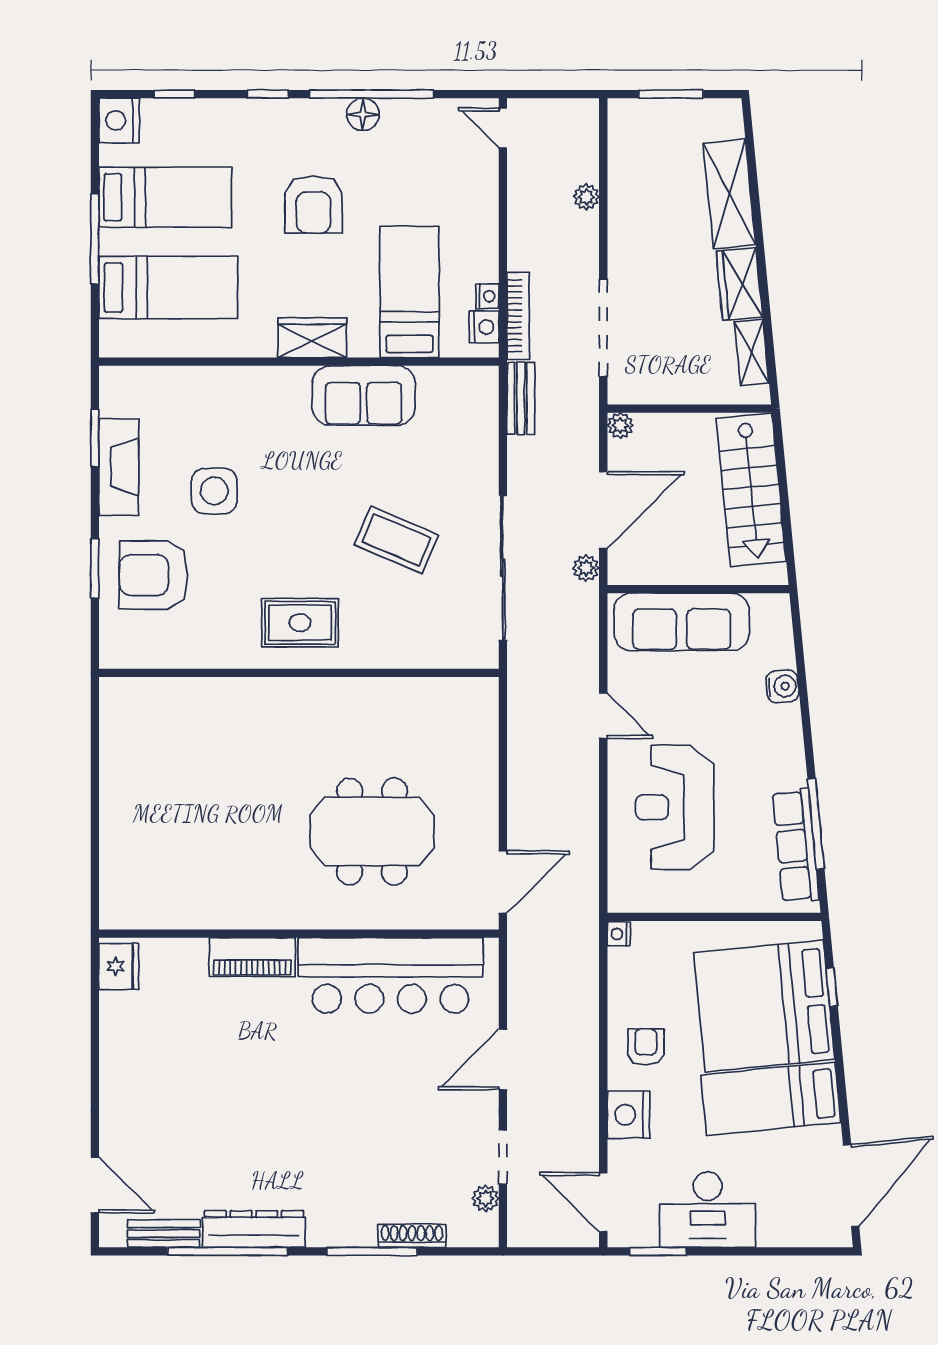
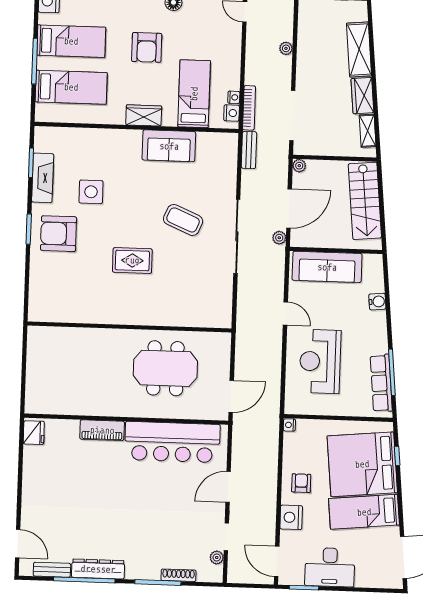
wall: (299, 673) -> (129, 327), moved

